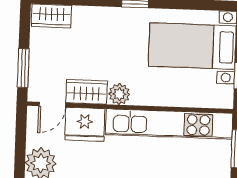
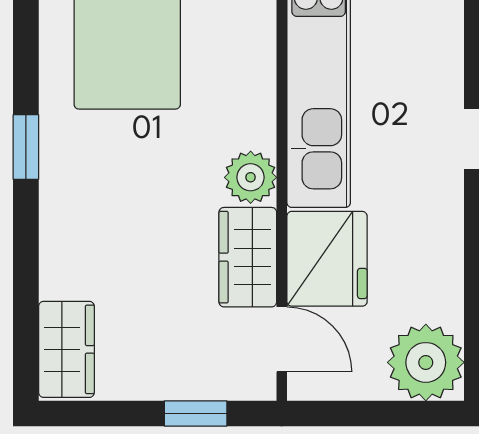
window: (23, 68) -> (196, 413), width x0.67

